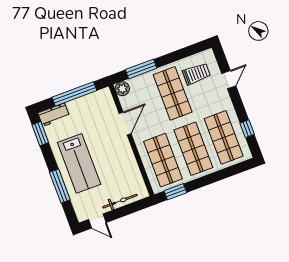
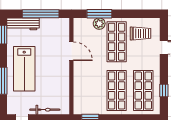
plant: (122, 89) -> (99, 24), moved
workbench: (54, 115) -> (23, 24), width x1.38
door: (125, 123) -> (71, 51), hinge flipped
shop shelf: (163, 160) -> (90, 90), removed

